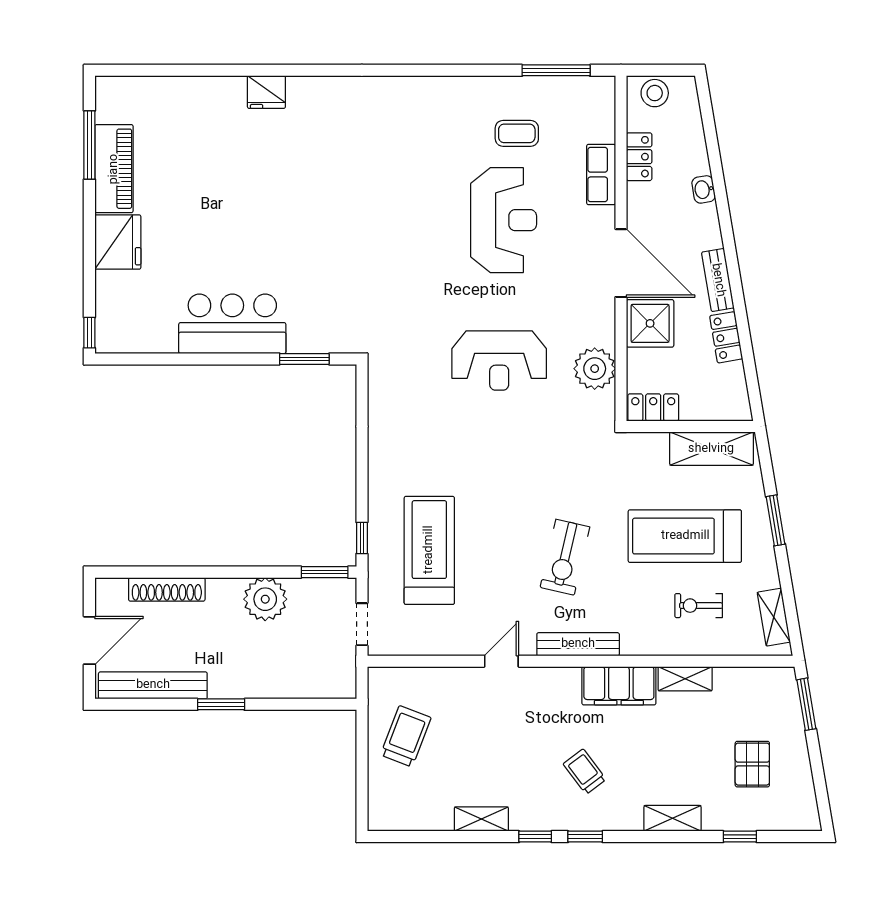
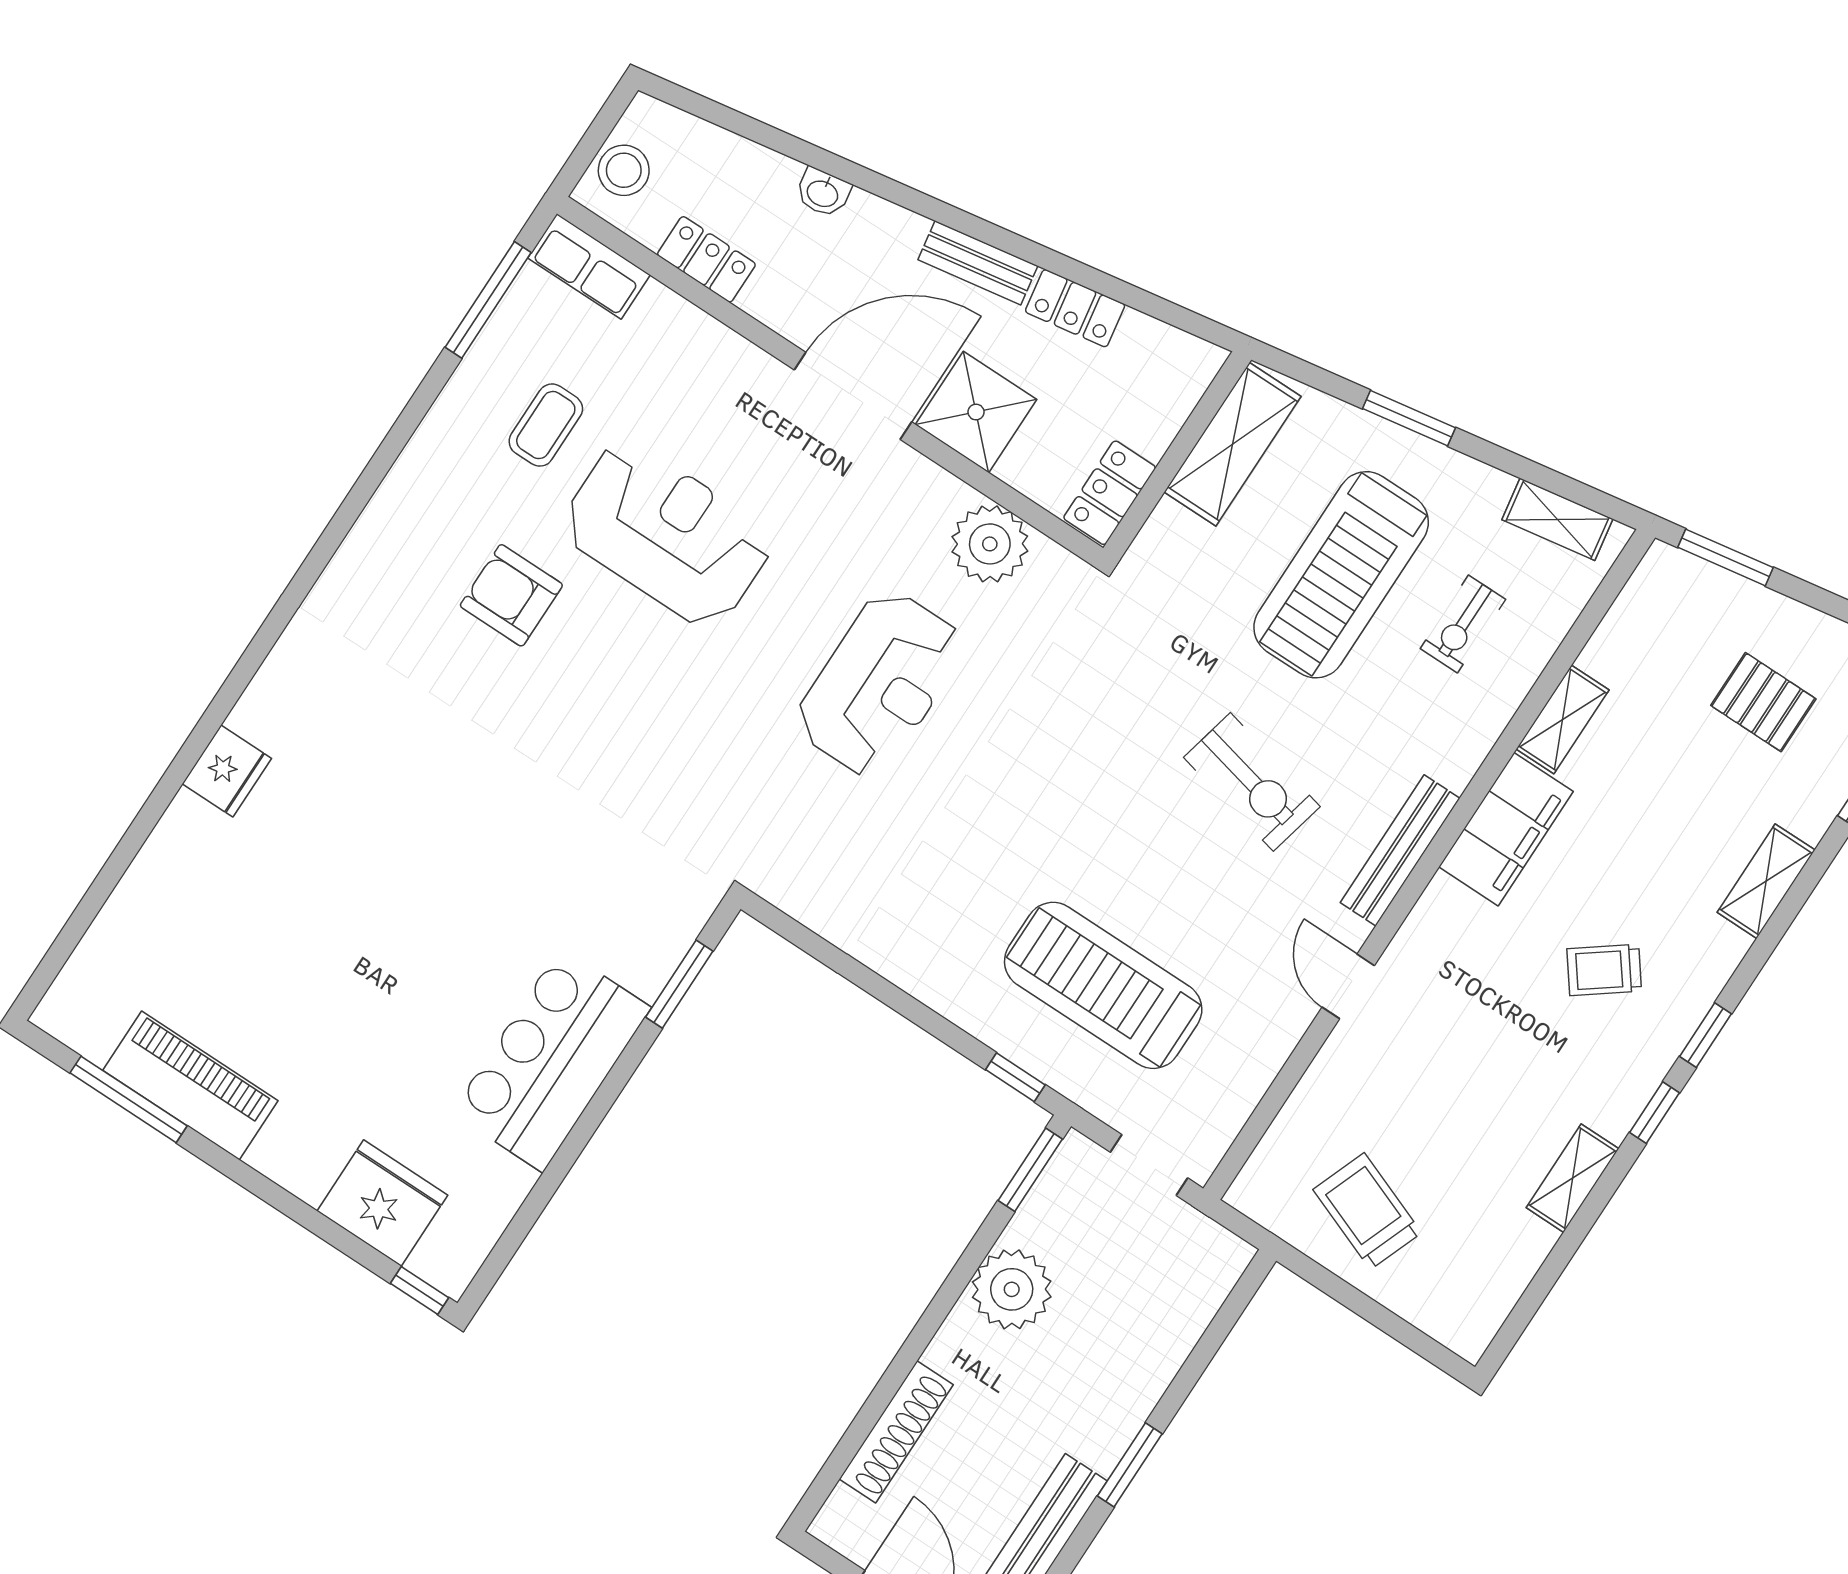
armchair: (430, 168) -> (511, 595), added
row of seats: (601, 175) -> (589, 266), moved
fridge: (118, 242) -> (382, 1203), moved

